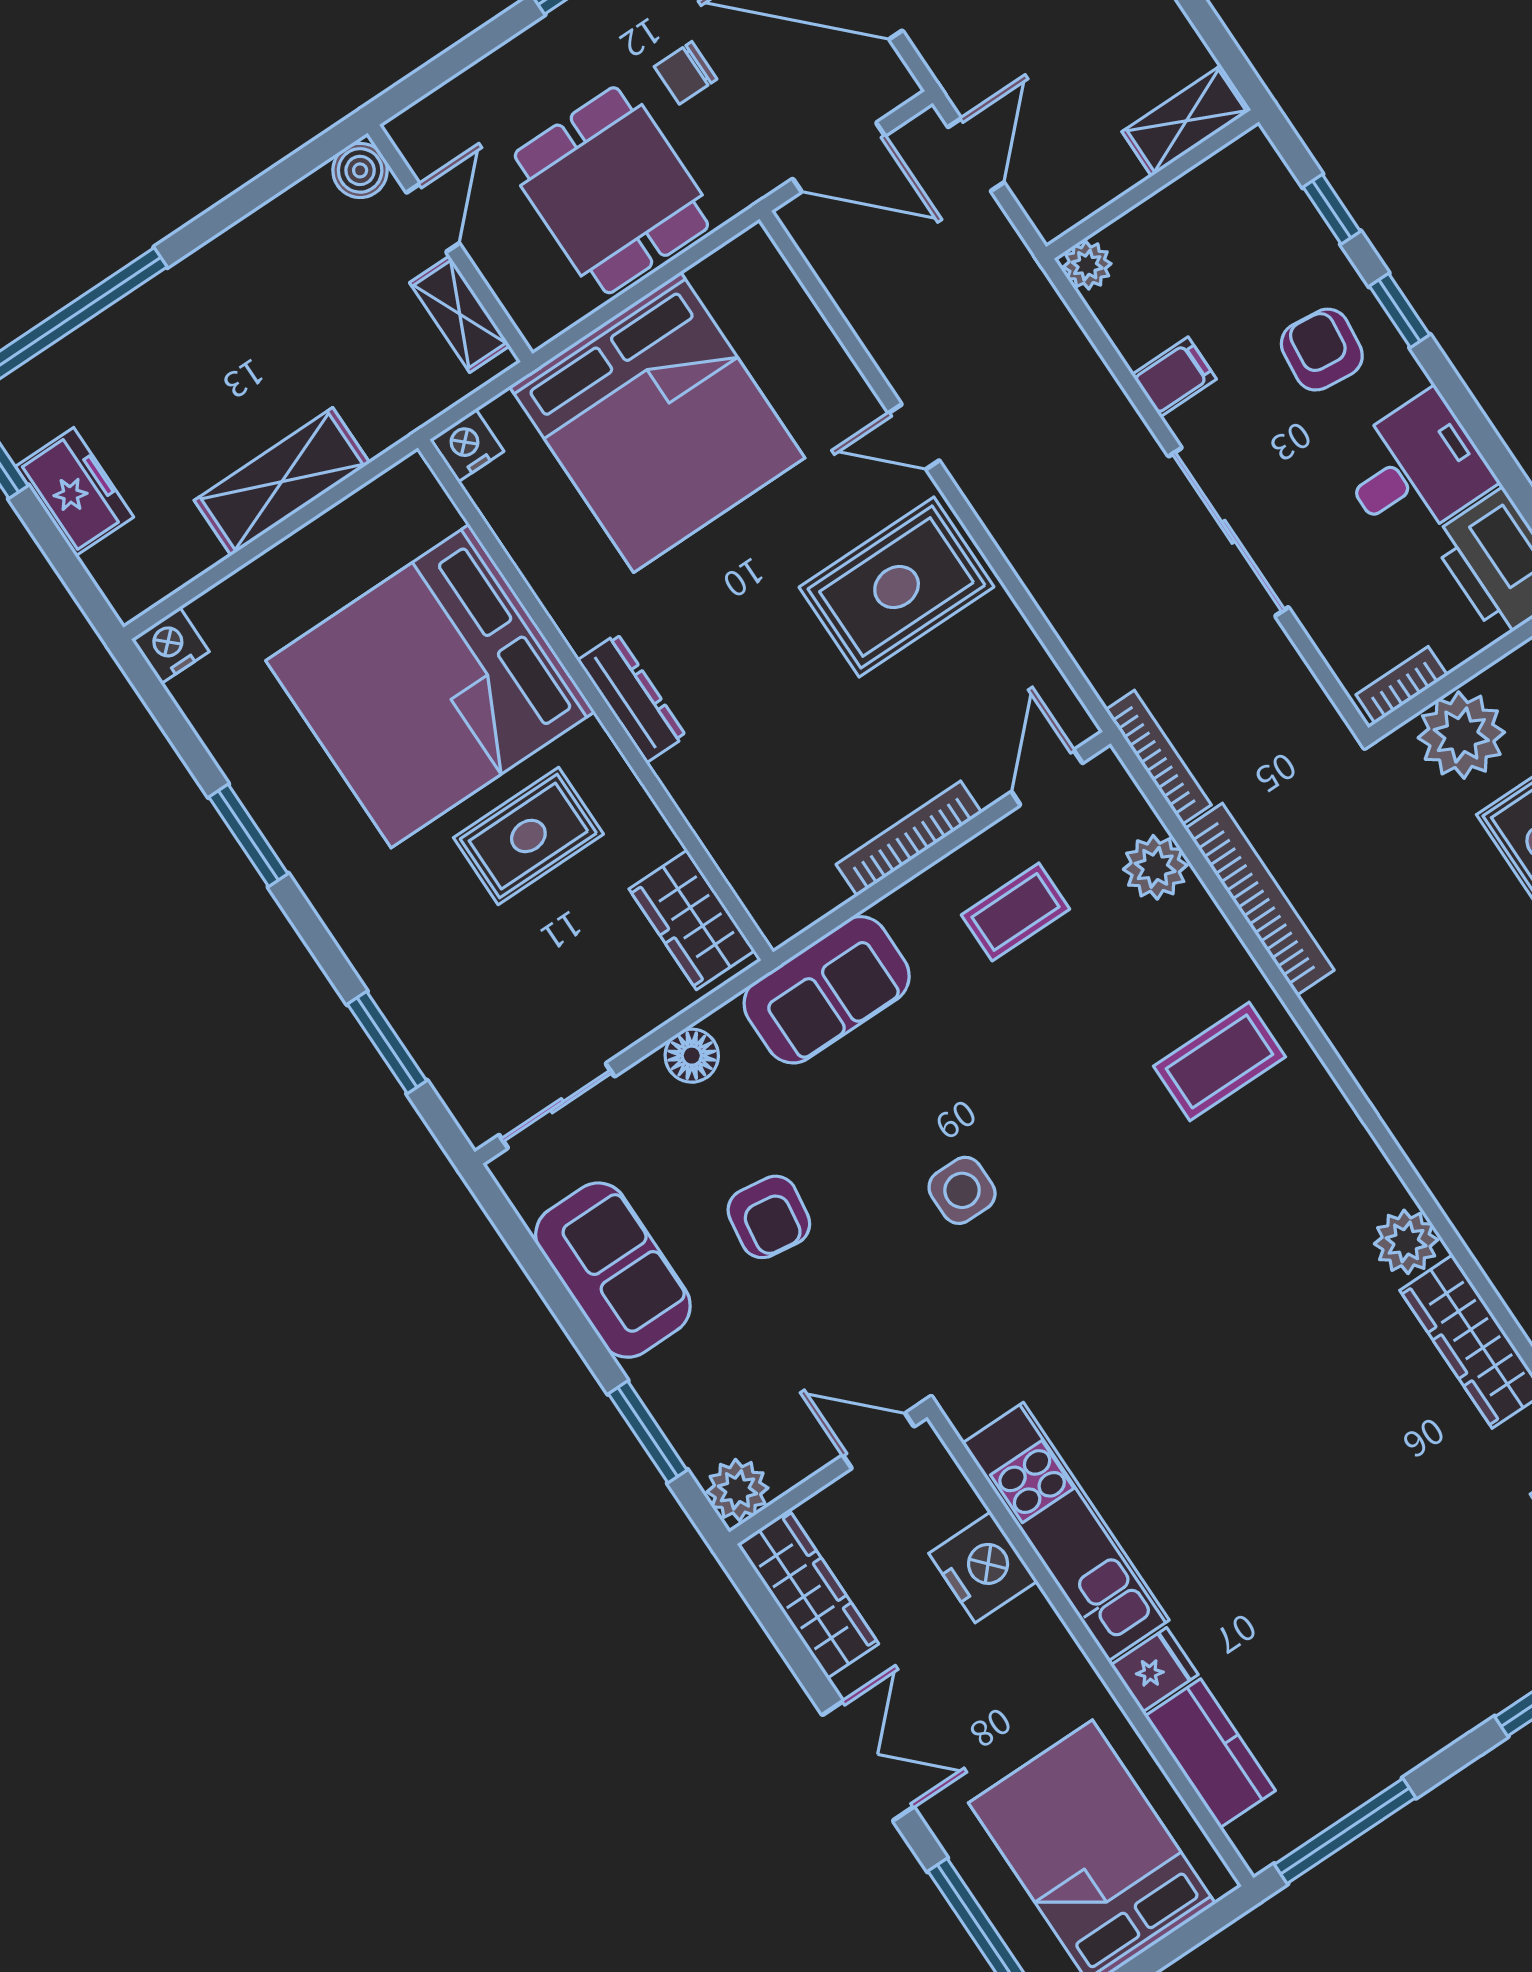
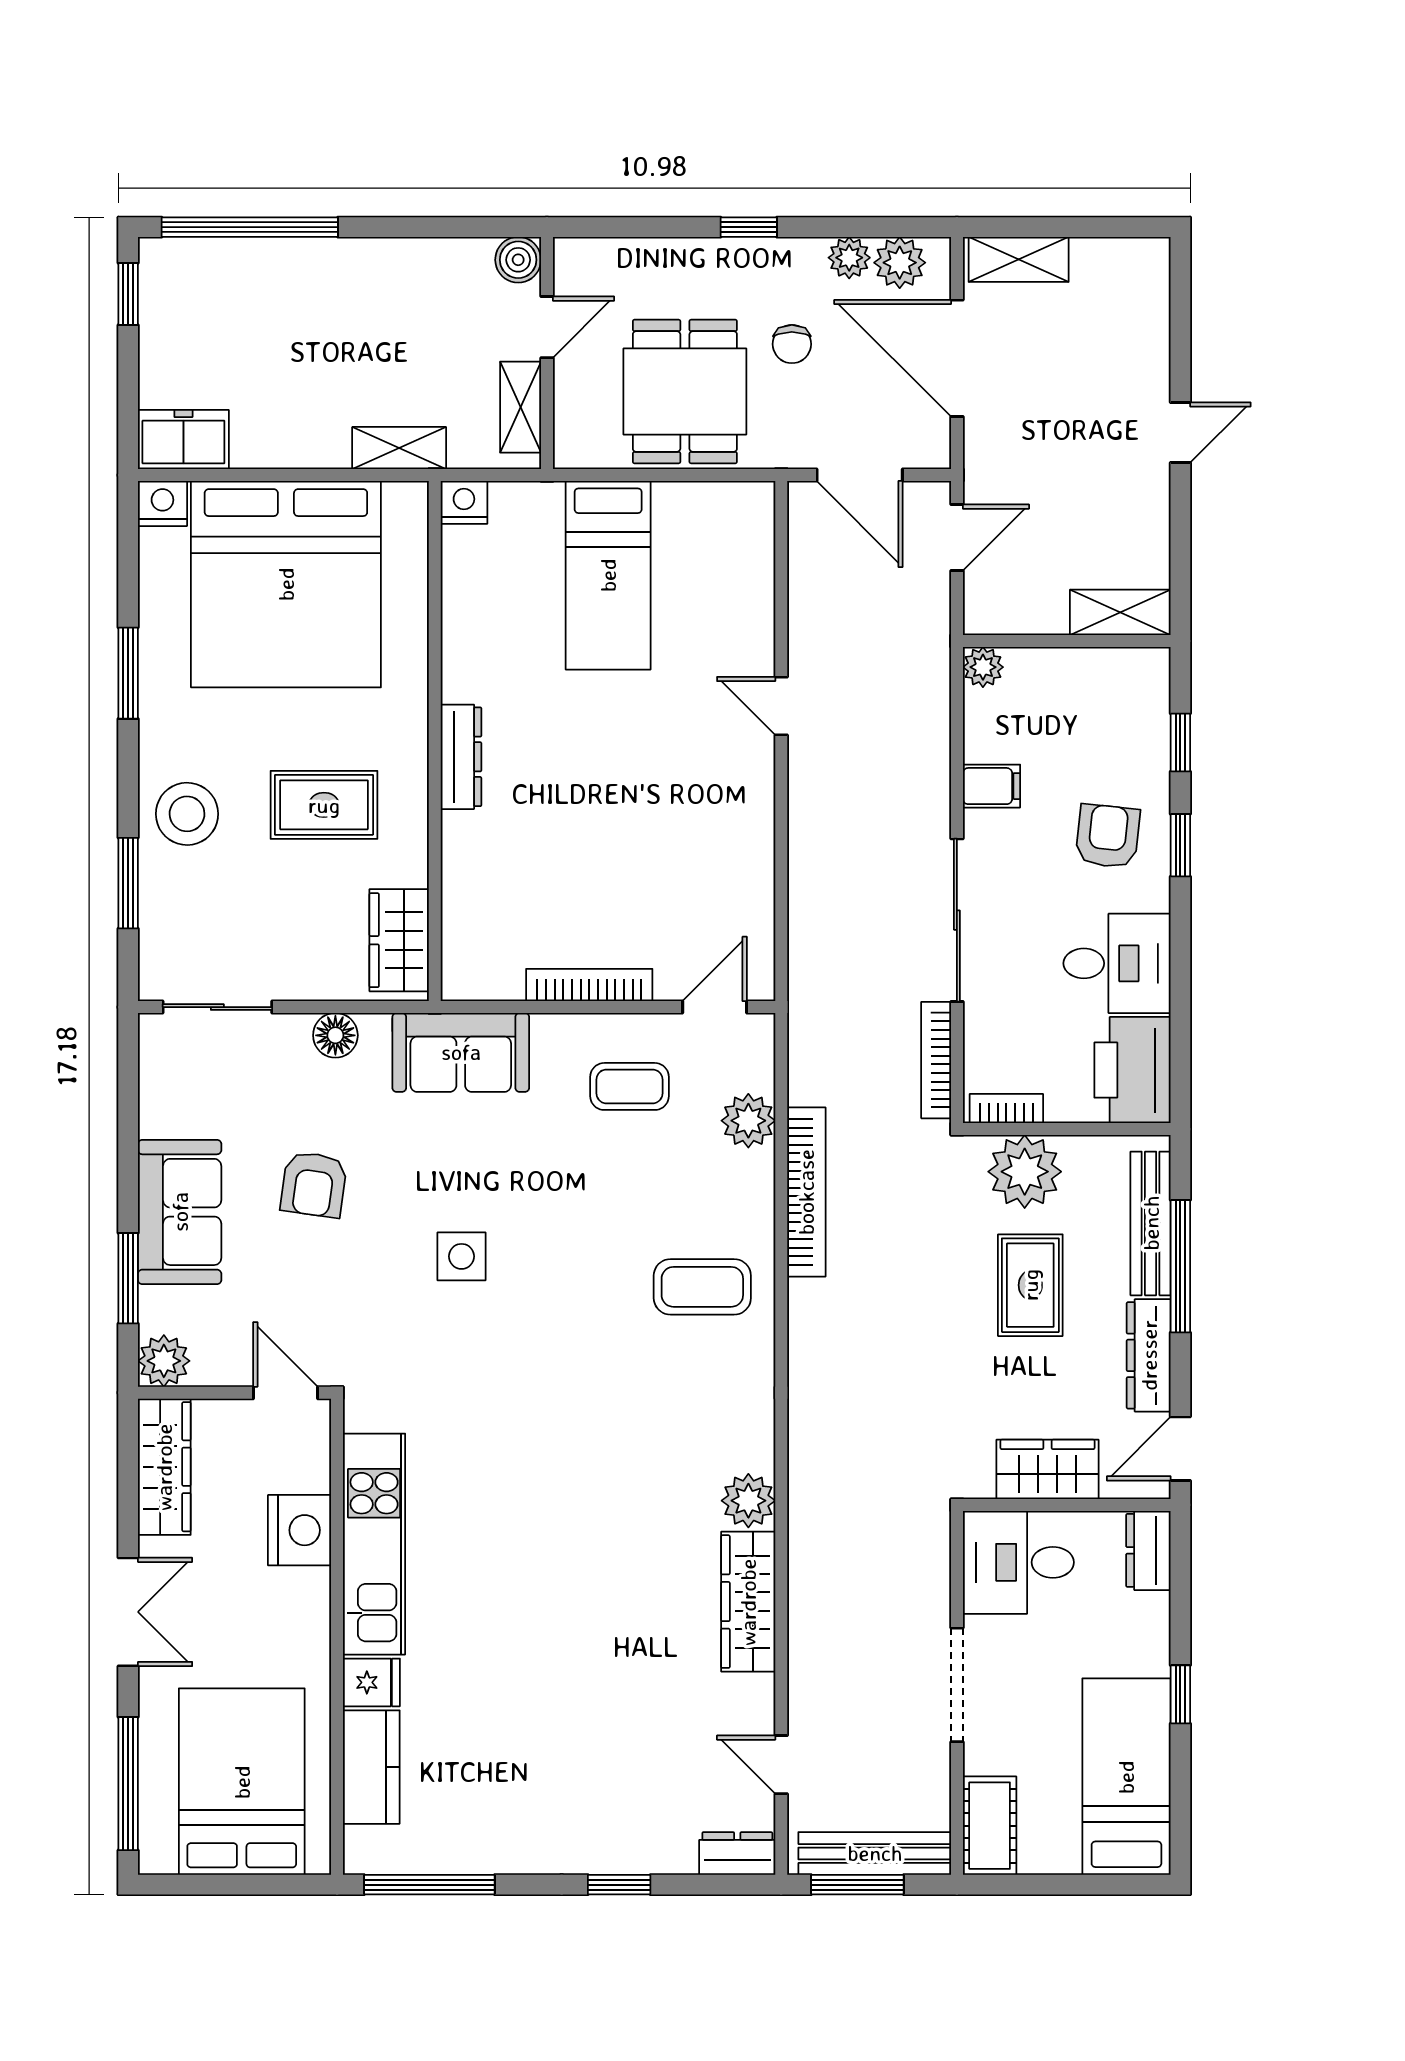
chair: (686, 73) -> (792, 344), turned -90
bed: (657, 422) -> (608, 575), width x0.49
shelving: (282, 482) -> (399, 448), moved, width x0.67, depth x0.75
freezer: (75, 492) -> (183, 440), moved, turned -90
rug: (897, 587) -> (699, 803), removed
bed: (430, 686) -> (286, 584), moved, turned -90
bookcase: (1158, 757) -> (936, 1060), moved, turned 180
stool: (399, 935) -> (187, 814), added
sofa: (613, 1270) -> (180, 1212), moved

